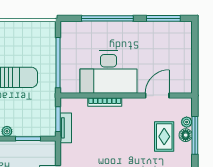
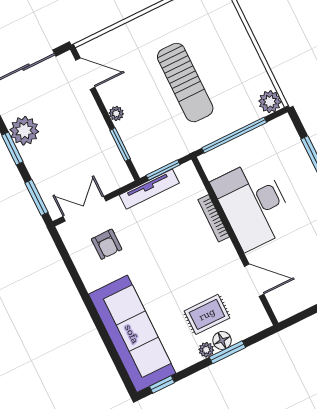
plant: (48, 29) -> (270, 102), added
plant: (187, 122) -> (206, 350), moved
tv unit: (66, 128) -> (149, 189), width x1.41
window: (195, 135) -> (227, 352), width x0.69

